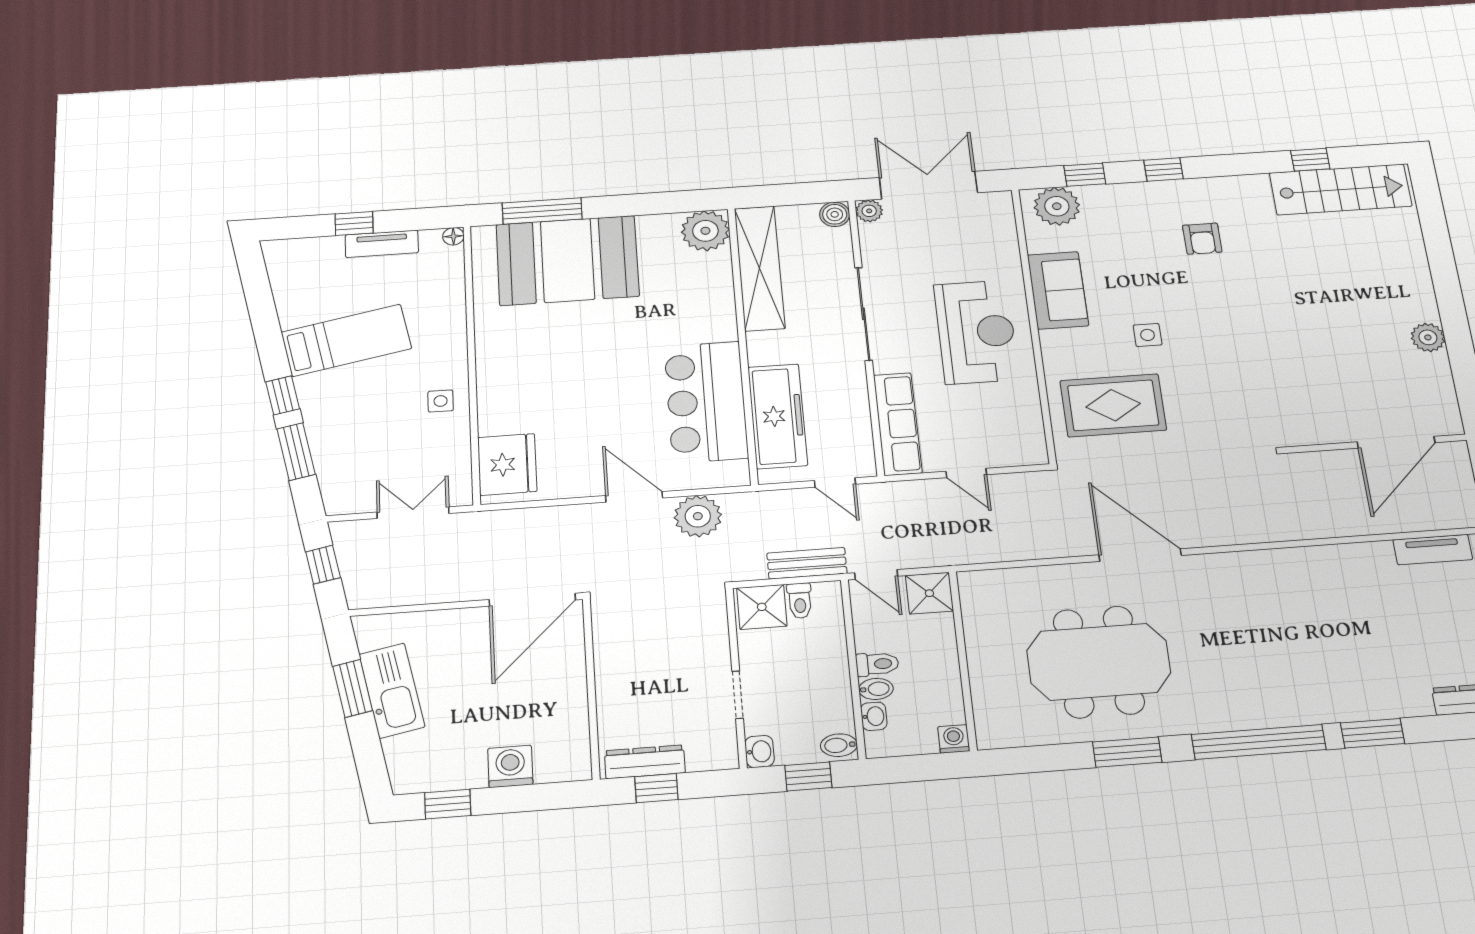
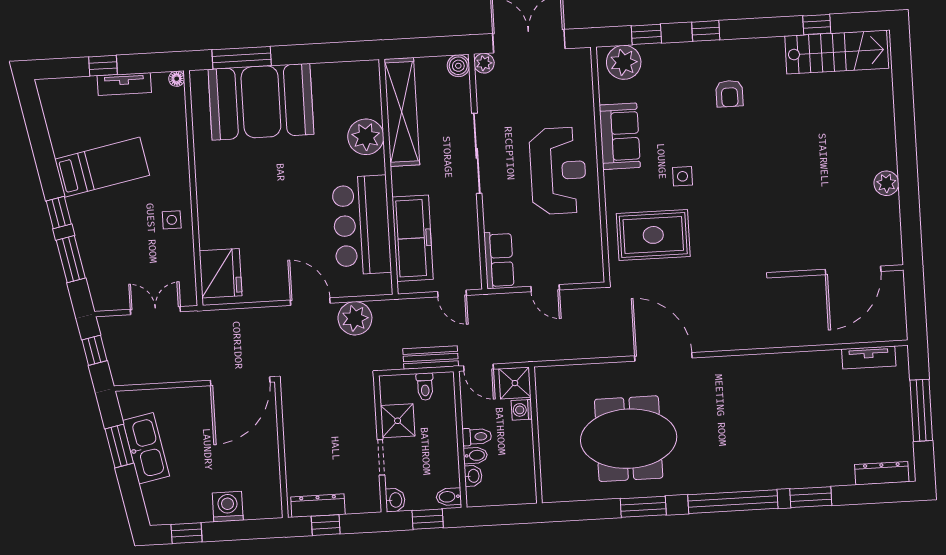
plant: (705, 231) -> (366, 137), moved
row of seats: (898, 424) -> (499, 260), width x0.68
shower: (762, 607) -> (398, 421), moved
washing machine: (954, 739) -> (522, 410), moved, turned -90

